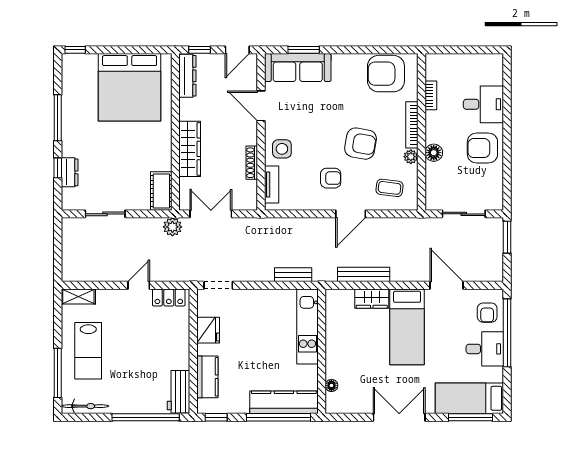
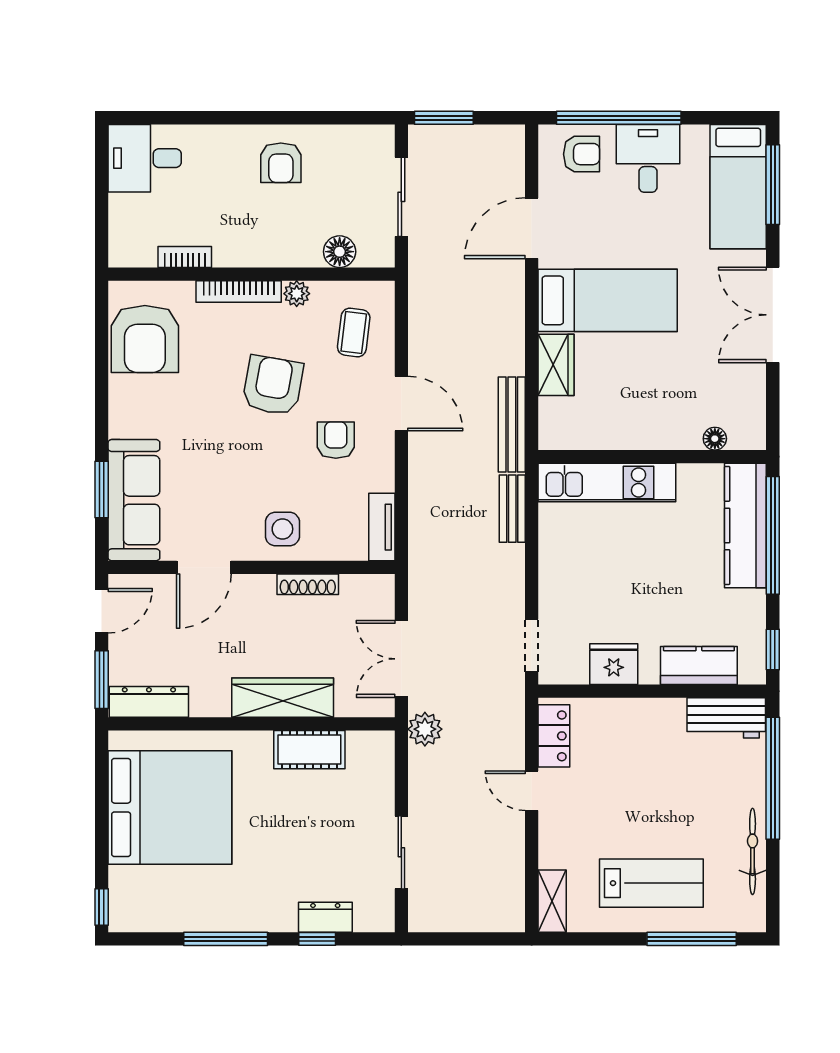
window: (200, 50) -> (102, 680), width x1.50
door: (237, 50) -> (102, 611), hinge flipped
desk: (483, 104) -> (145, 158), moved, turned -90
armchair: (482, 148) -> (281, 163), width x0.72, depth x0.72
floor lamp: (434, 153) -> (340, 252), moved
tv unit: (272, 185) -> (382, 527), moved, turned -90
cot: (161, 191) -> (309, 750), moved
bench: (364, 274) -> (512, 424), moved
bicycle: (85, 406) -> (753, 851), moved

